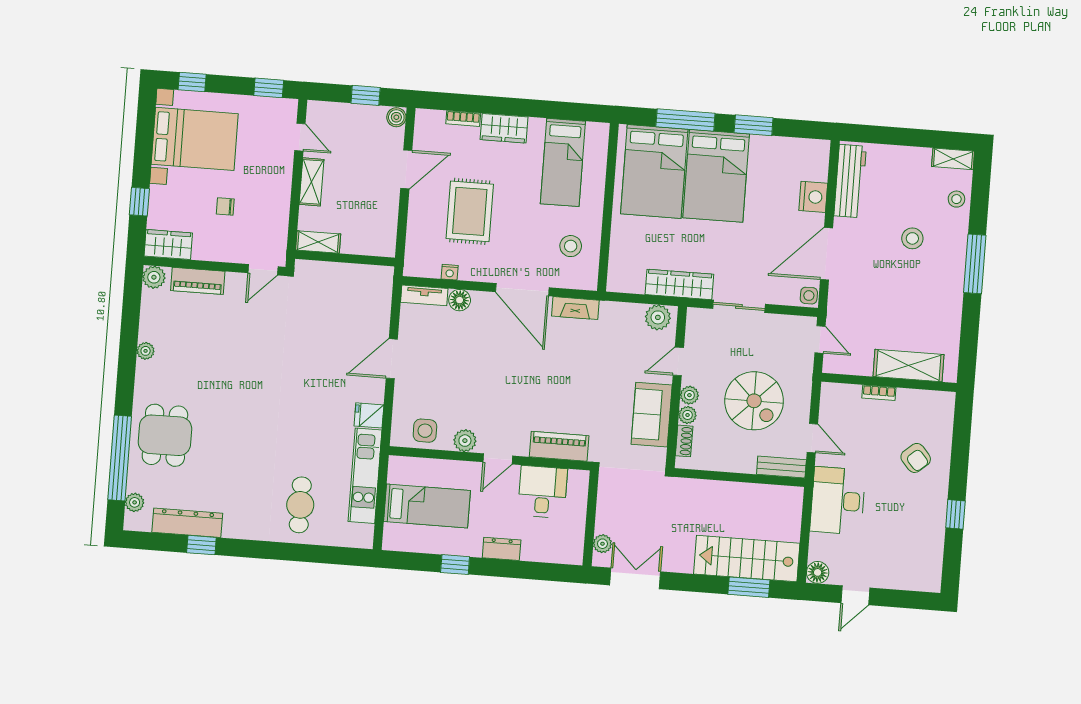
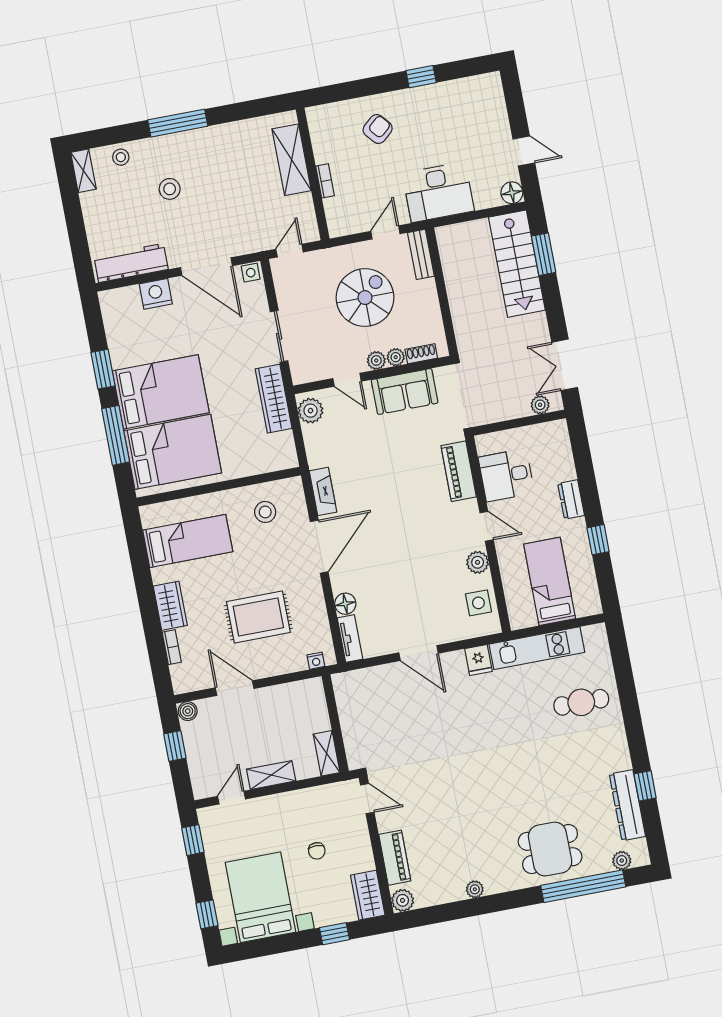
nightstand: (450, 272) -> (316, 661), moved, turned 90

